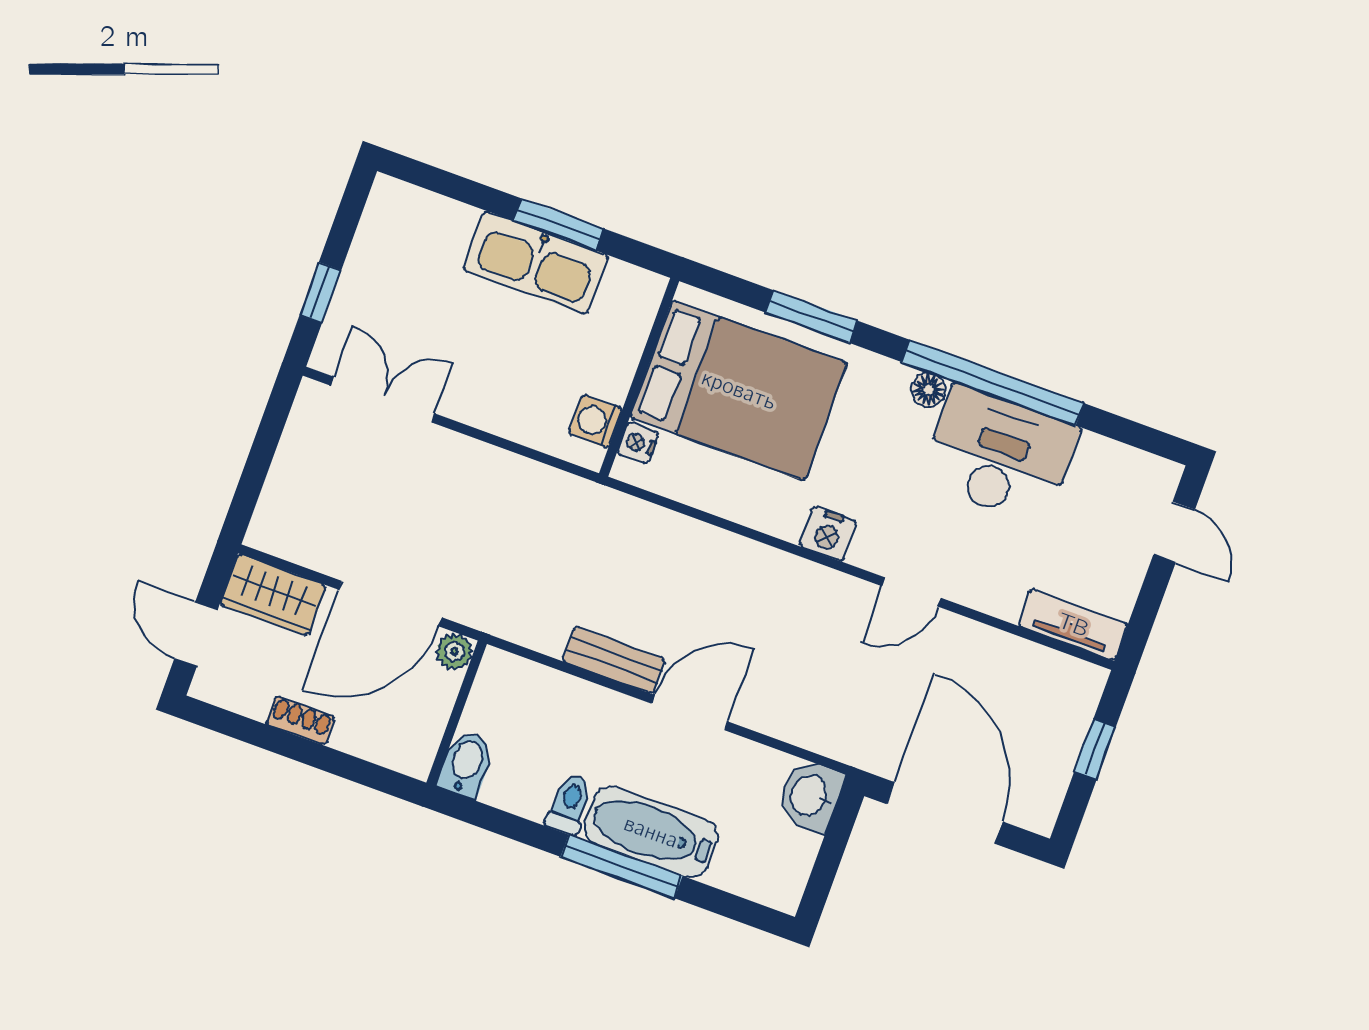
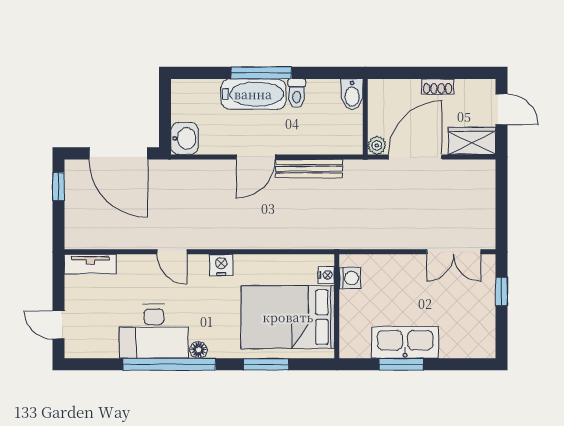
door: (911, 592) -> (172, 252), swing flipped
bench: (614, 660) -> (309, 169), width x1.36
window: (1095, 749) -> (58, 187), moved

